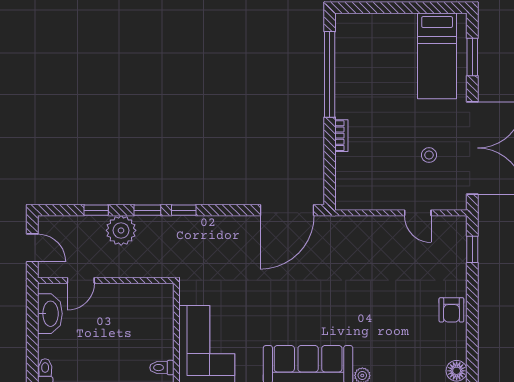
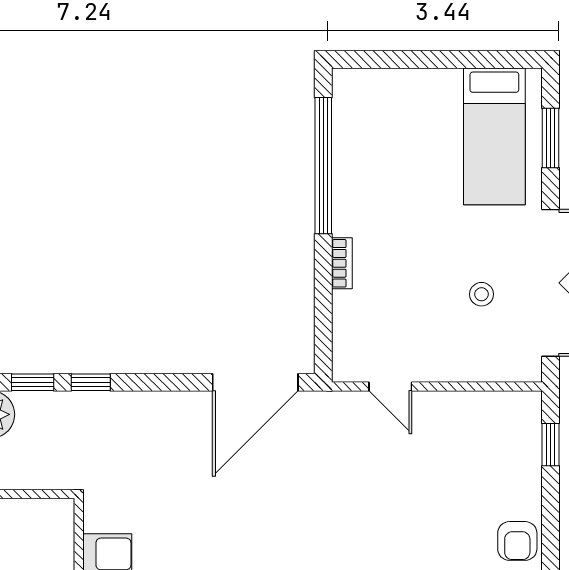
door: (418, 213) -> (390, 387), moved

